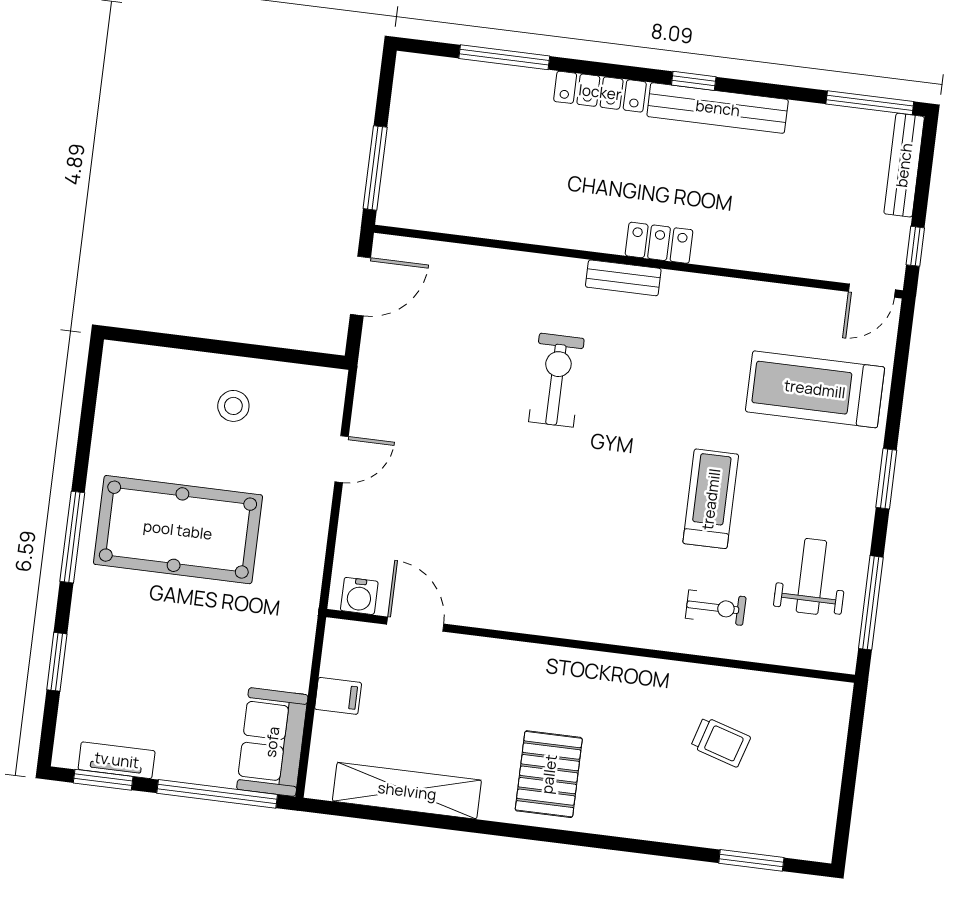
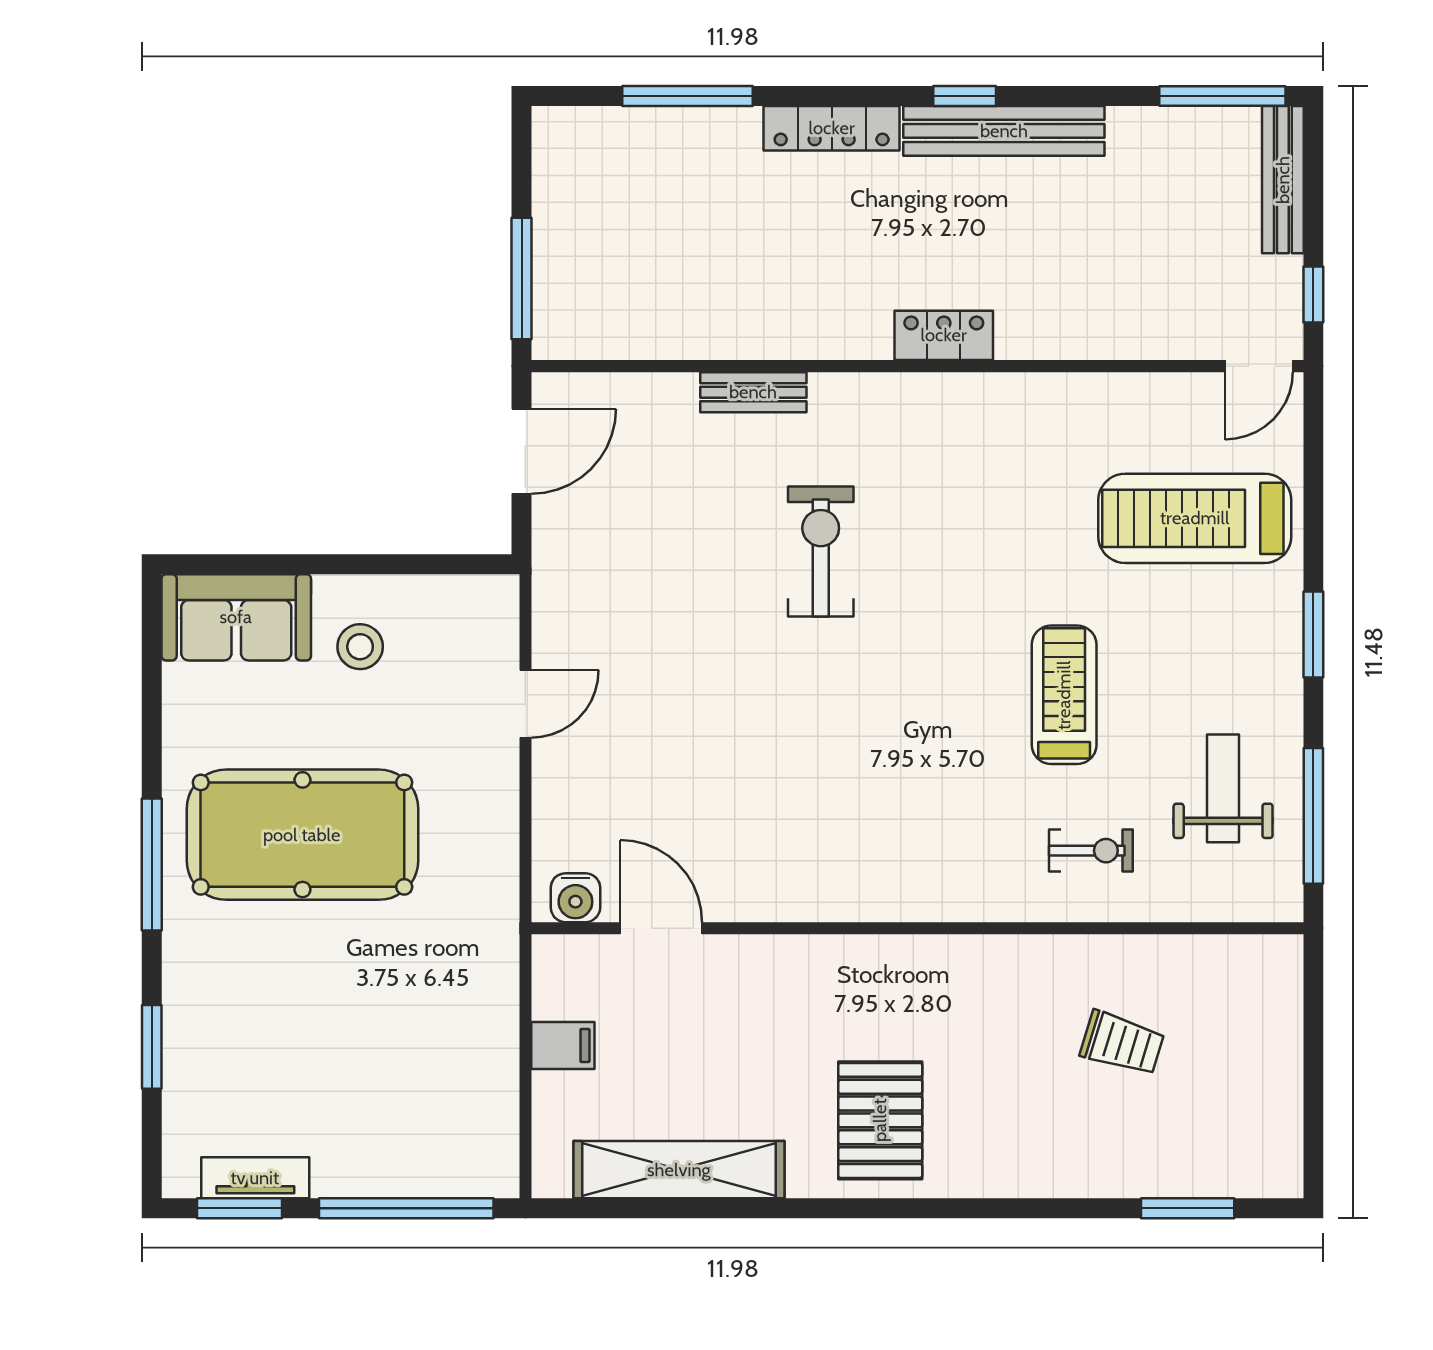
bench: (623, 278) -> (753, 392), moved
sofa: (272, 742) -> (236, 617), moved, turned -90

